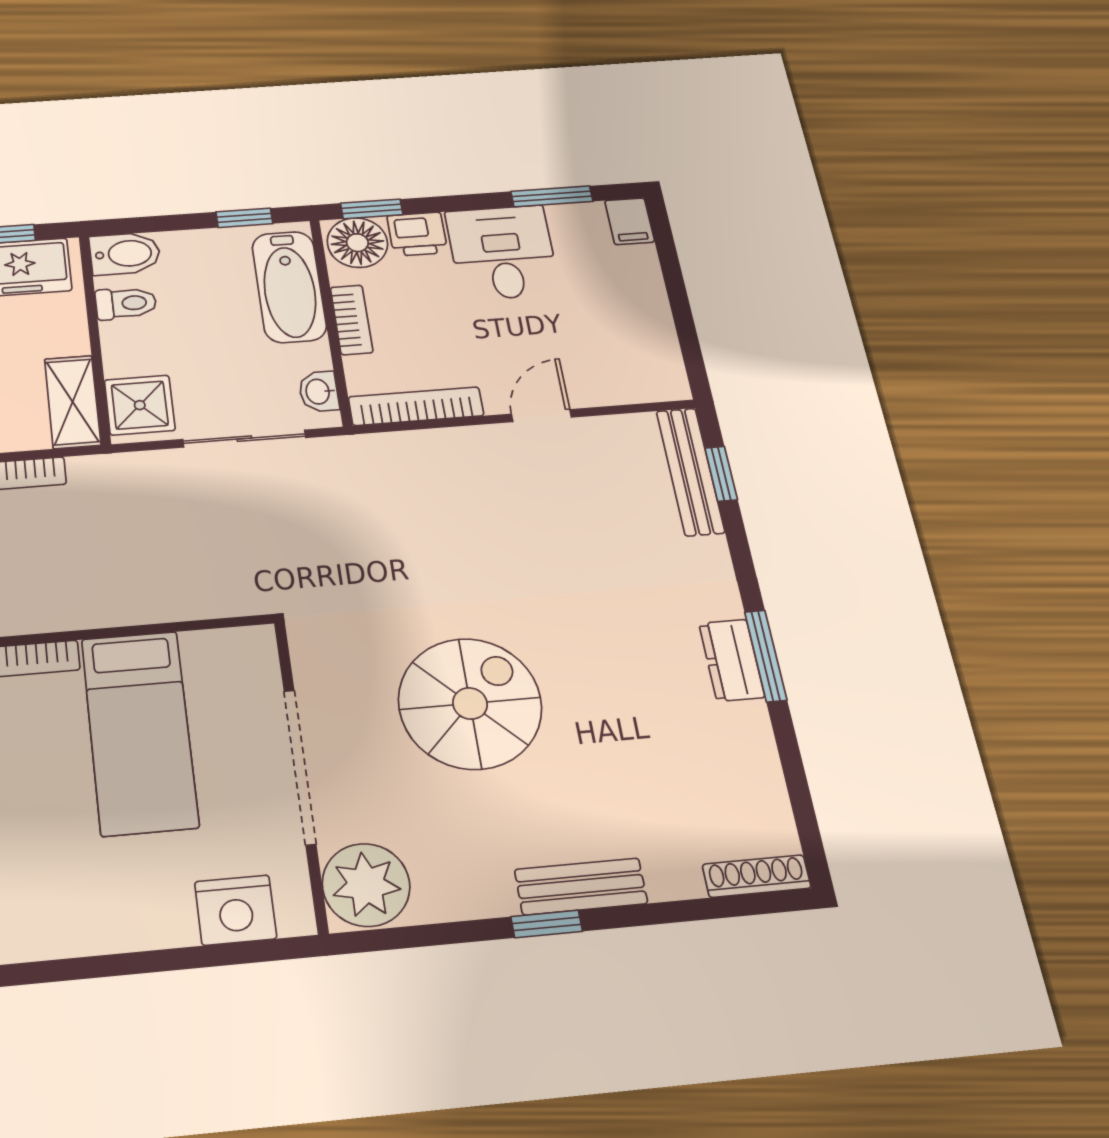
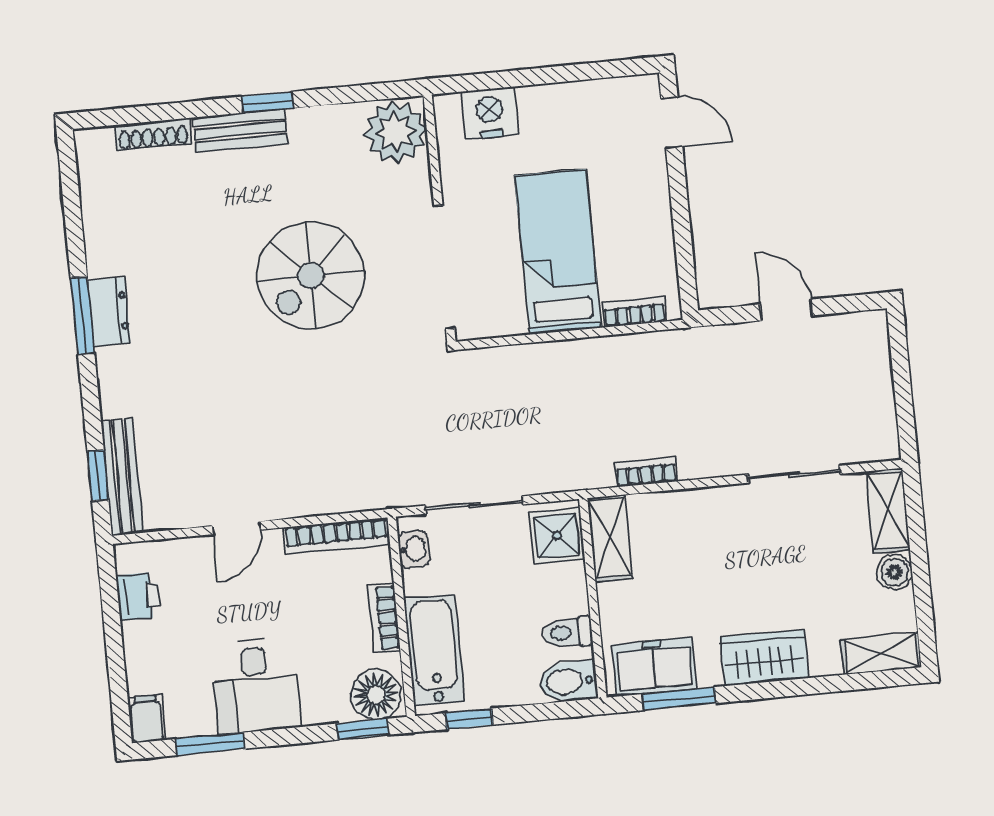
printer: (417, 234) -> (138, 596), moved, turned 90
doorway: (300, 767) -> (444, 267), moved
shoe rack: (757, 876) -> (153, 134), moved

